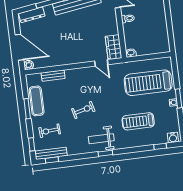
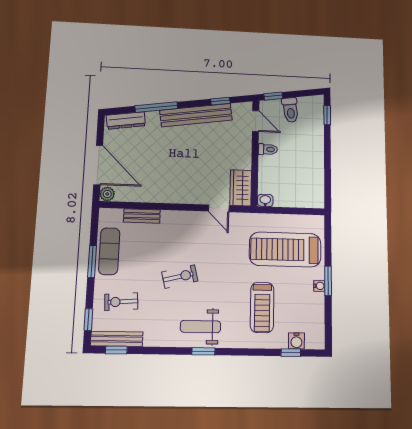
treadmill: (138, 121) -> (262, 307), turned -90
water cooler: (173, 138) -> (296, 341), moved

